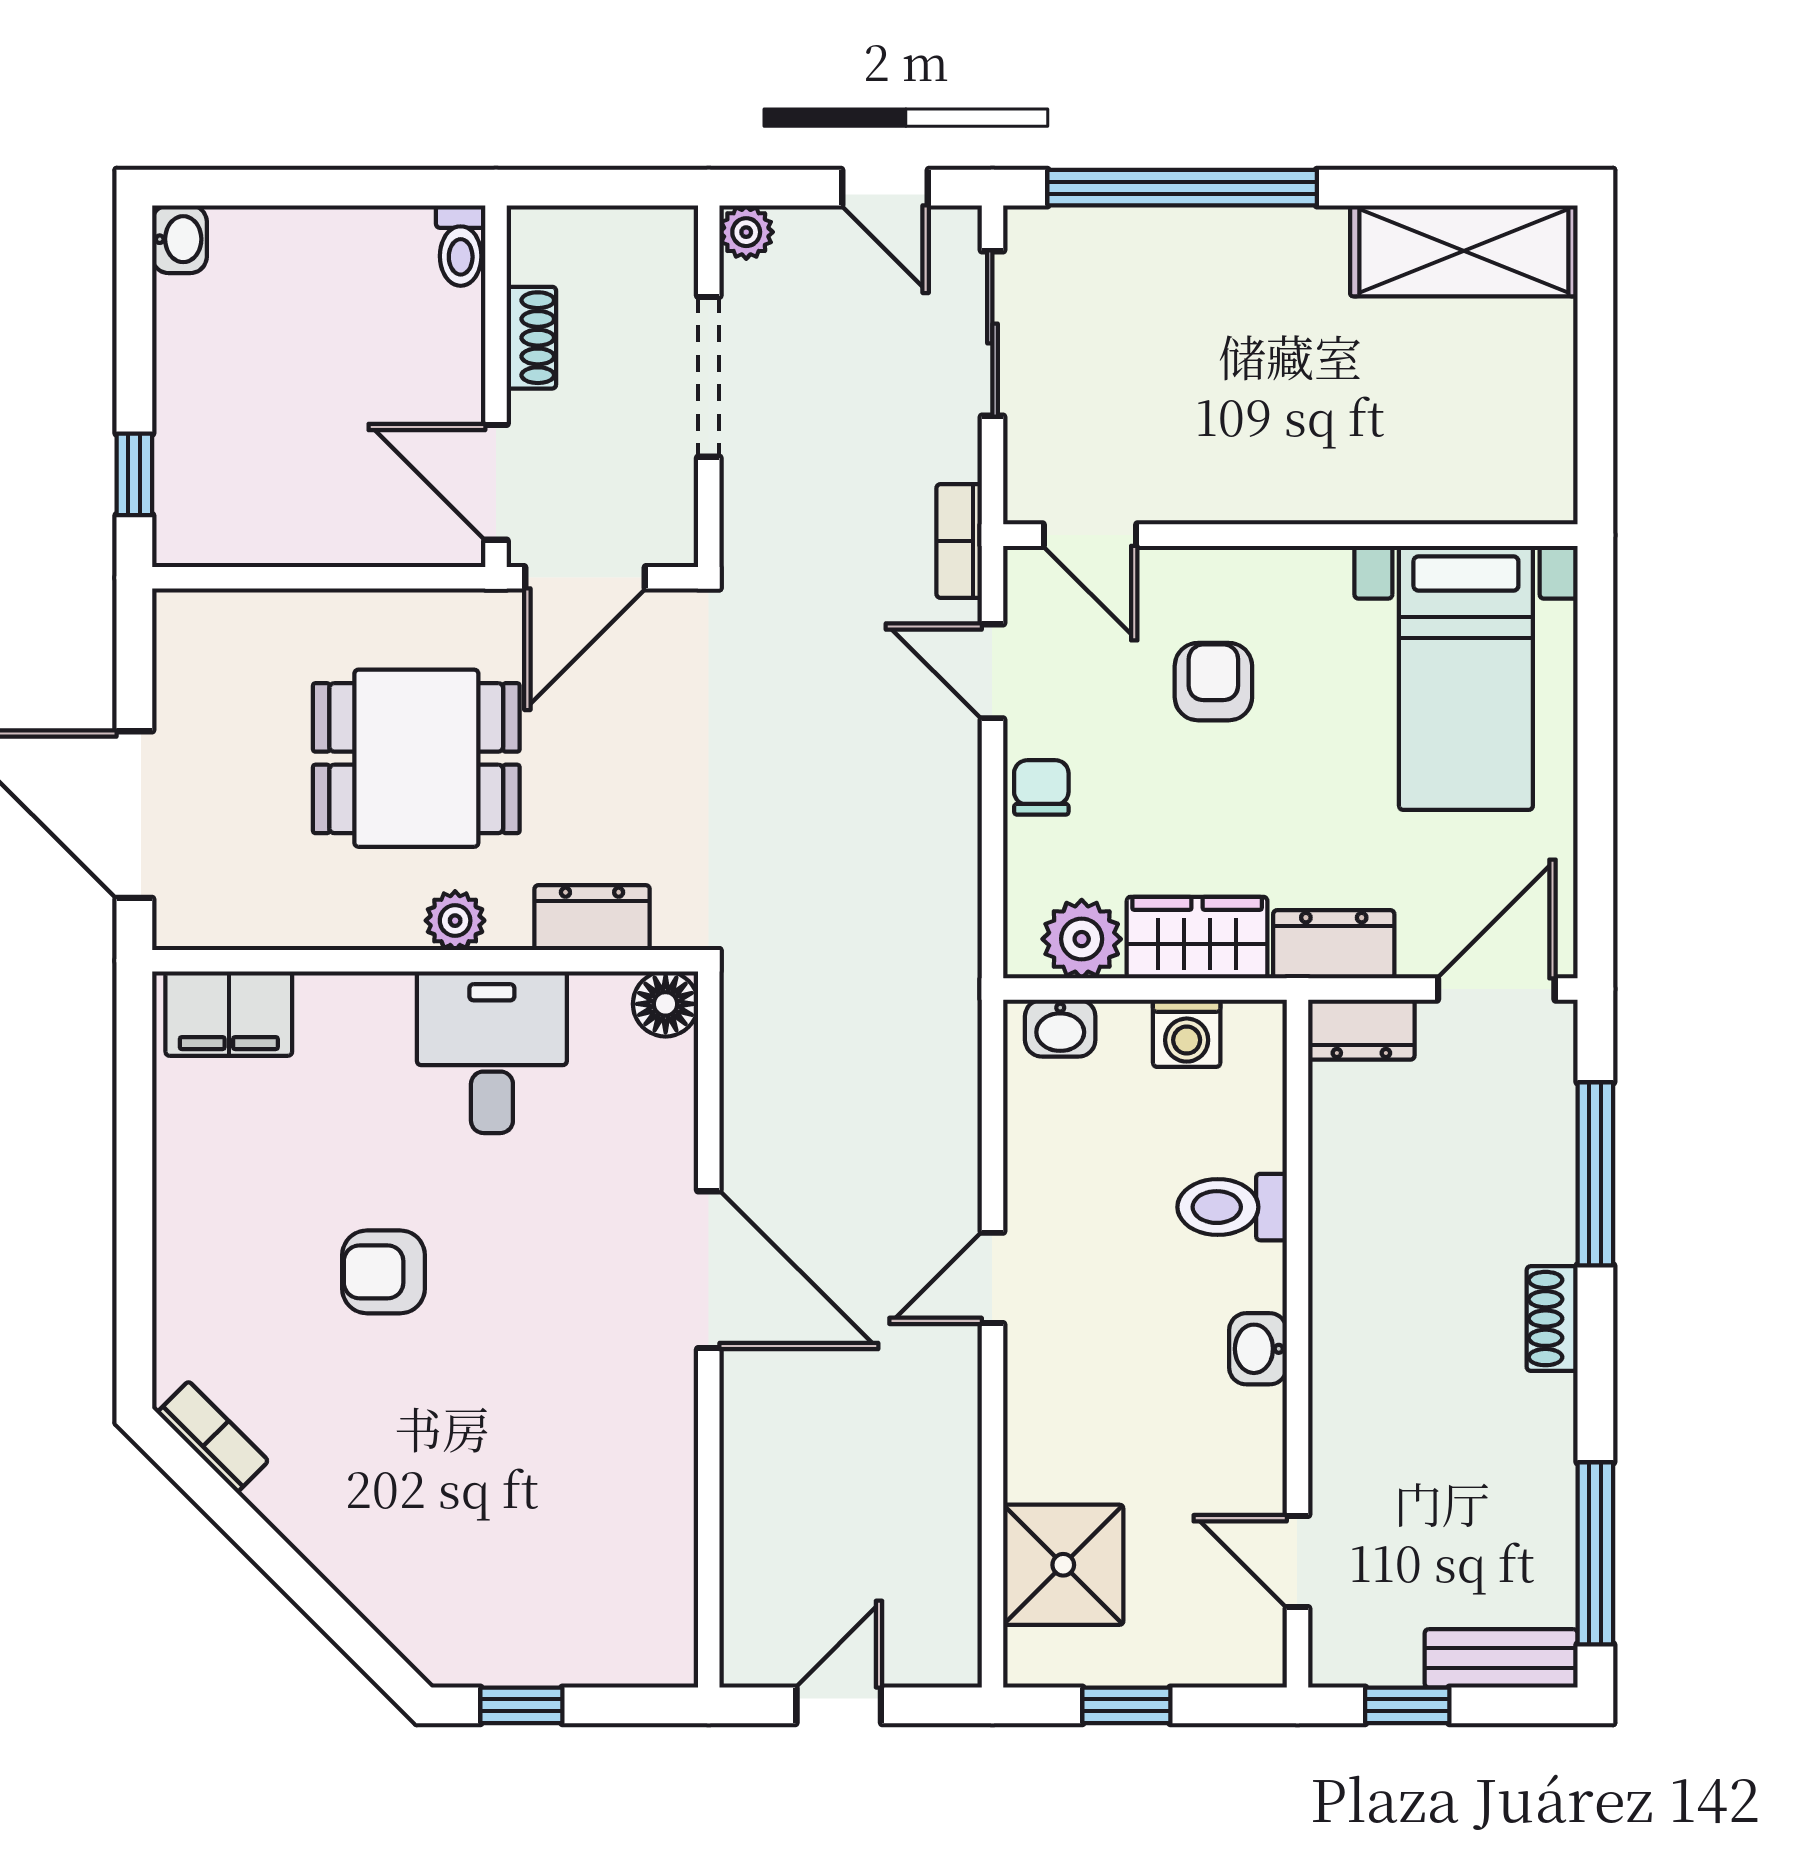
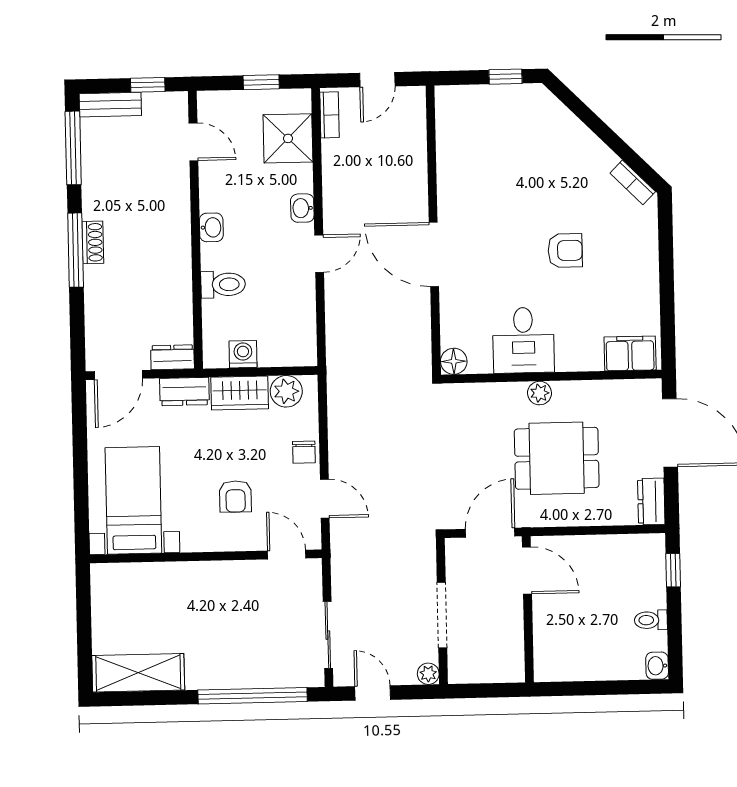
toilet: (461, 246) -> (651, 620), moved, turned -90
shoe rack: (531, 338) -> (514, 629), removed
bookcase: (959, 541) -> (330, 115), moved
dresser: (592, 918) -> (651, 501), moved, turned 90
washbasin: (1060, 1028) -> (302, 208), moved, turned -90
window: (1595, 1174) -> (76, 250), moved

